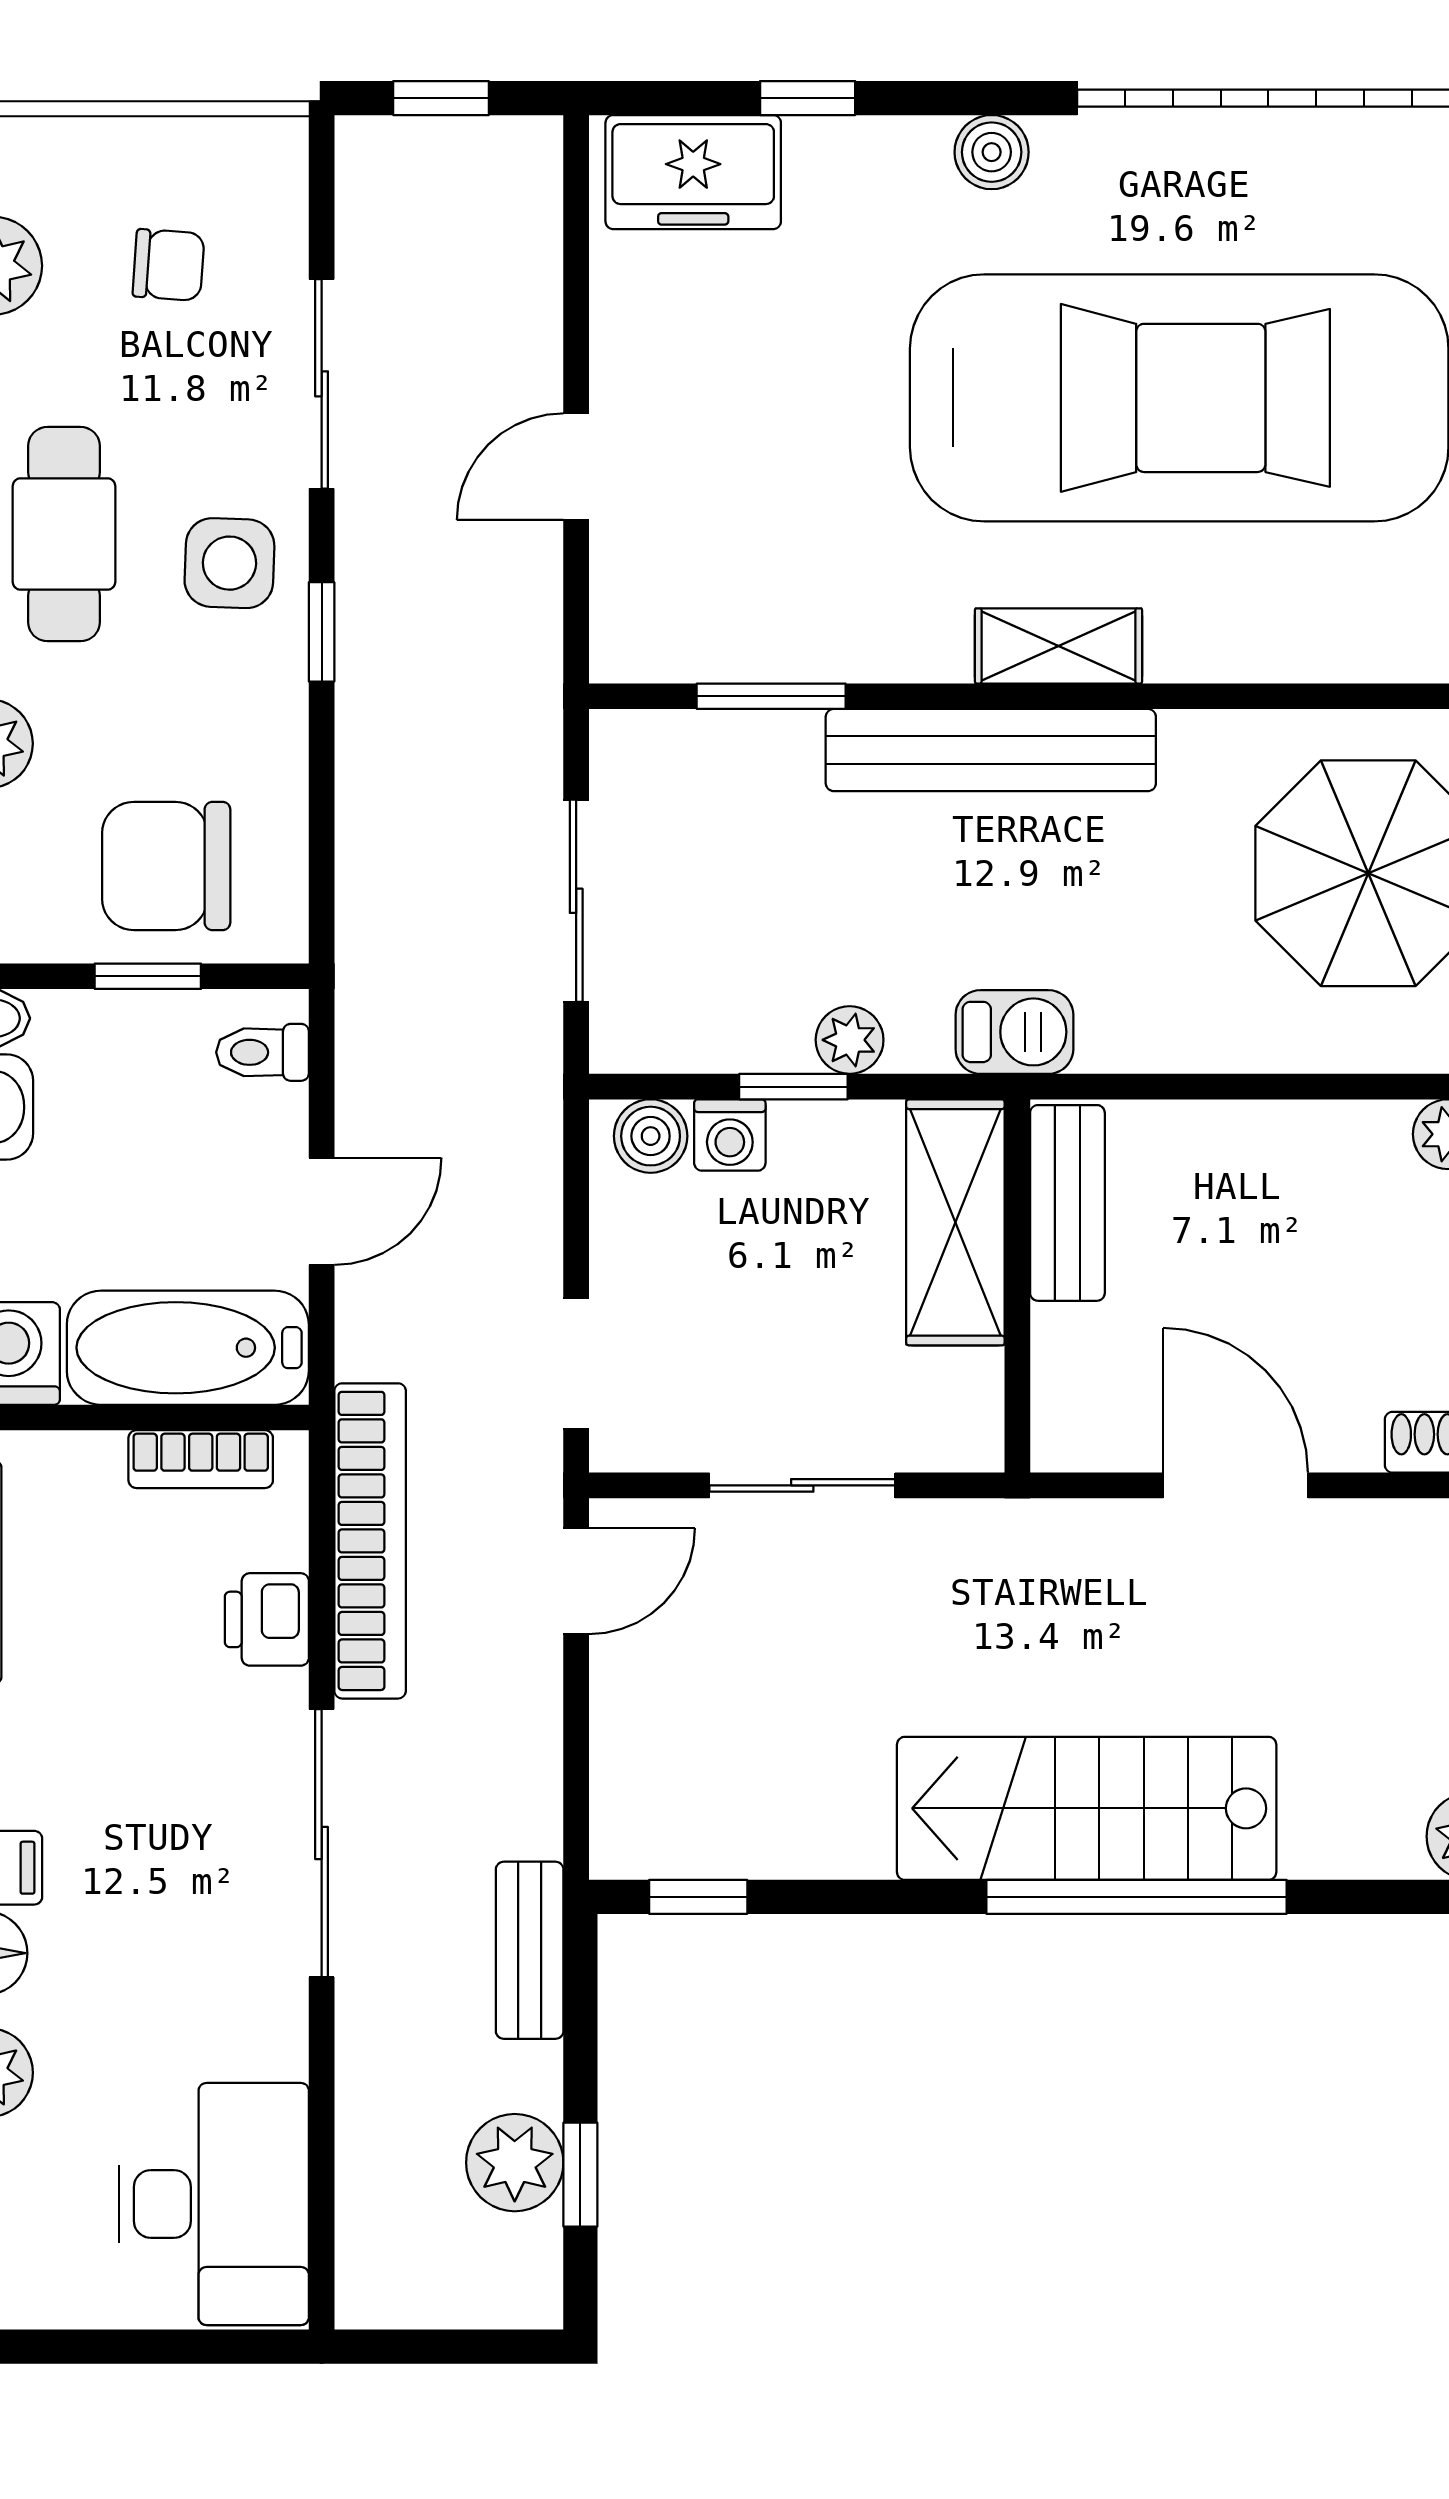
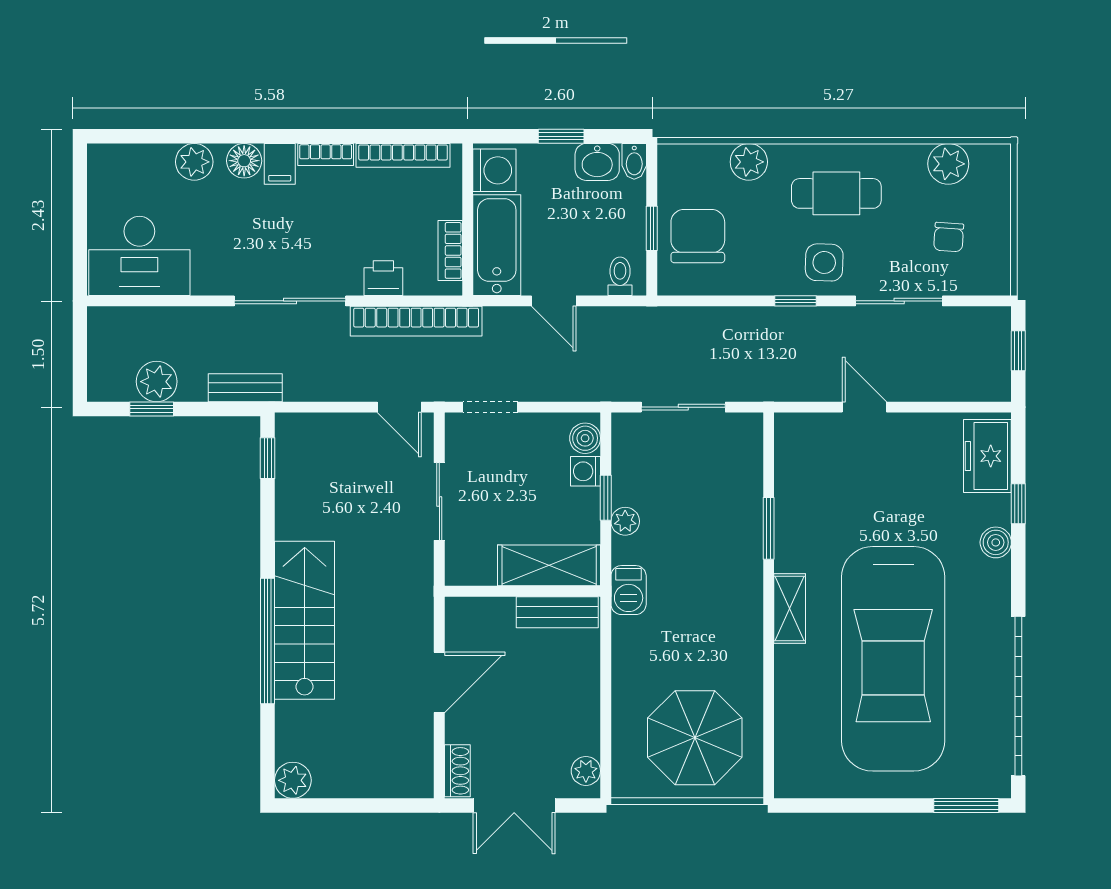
boiler: (992, 152) -> (996, 542), moved
window: (771, 696) -> (769, 528), moved
bench: (991, 750) -> (746, 580), removed

